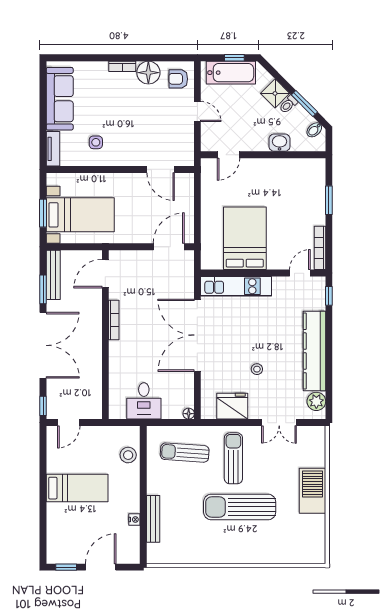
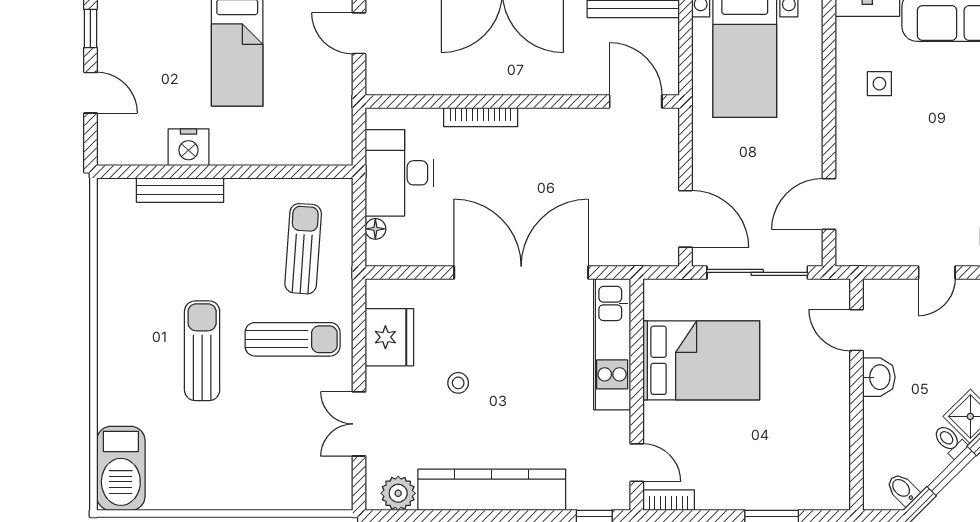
washbasin: (280, 143) -> (879, 377), moved
sliding door: (197, 208) -> (757, 272), added
bookcase: (320, 248) -> (669, 500), width x0.64
bookcase: (114, 320) -> (481, 117), moved
desk: (144, 401) -> (399, 173), width x1.37
floor lamp: (189, 414) -> (375, 229), moved
stool: (128, 455) -> (298, 144), removed
barbecue: (313, 491) -> (121, 468), moved, turned 90
sun lounger: (240, 507) -> (202, 351), width x0.73, depth x0.75
nightstand: (134, 519) -> (188, 147), width x1.89, depth x1.79
door: (101, 567) -> (90, 93), width x0.73

